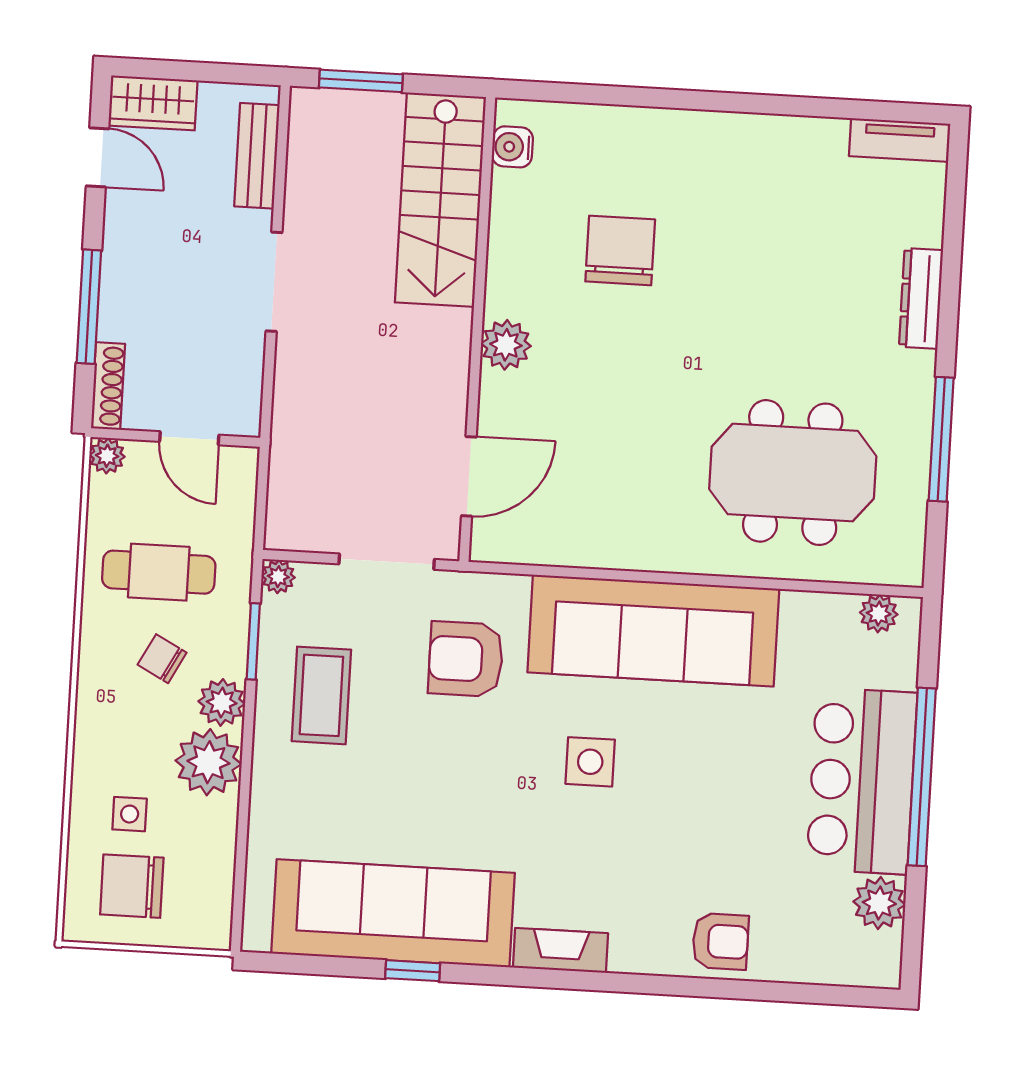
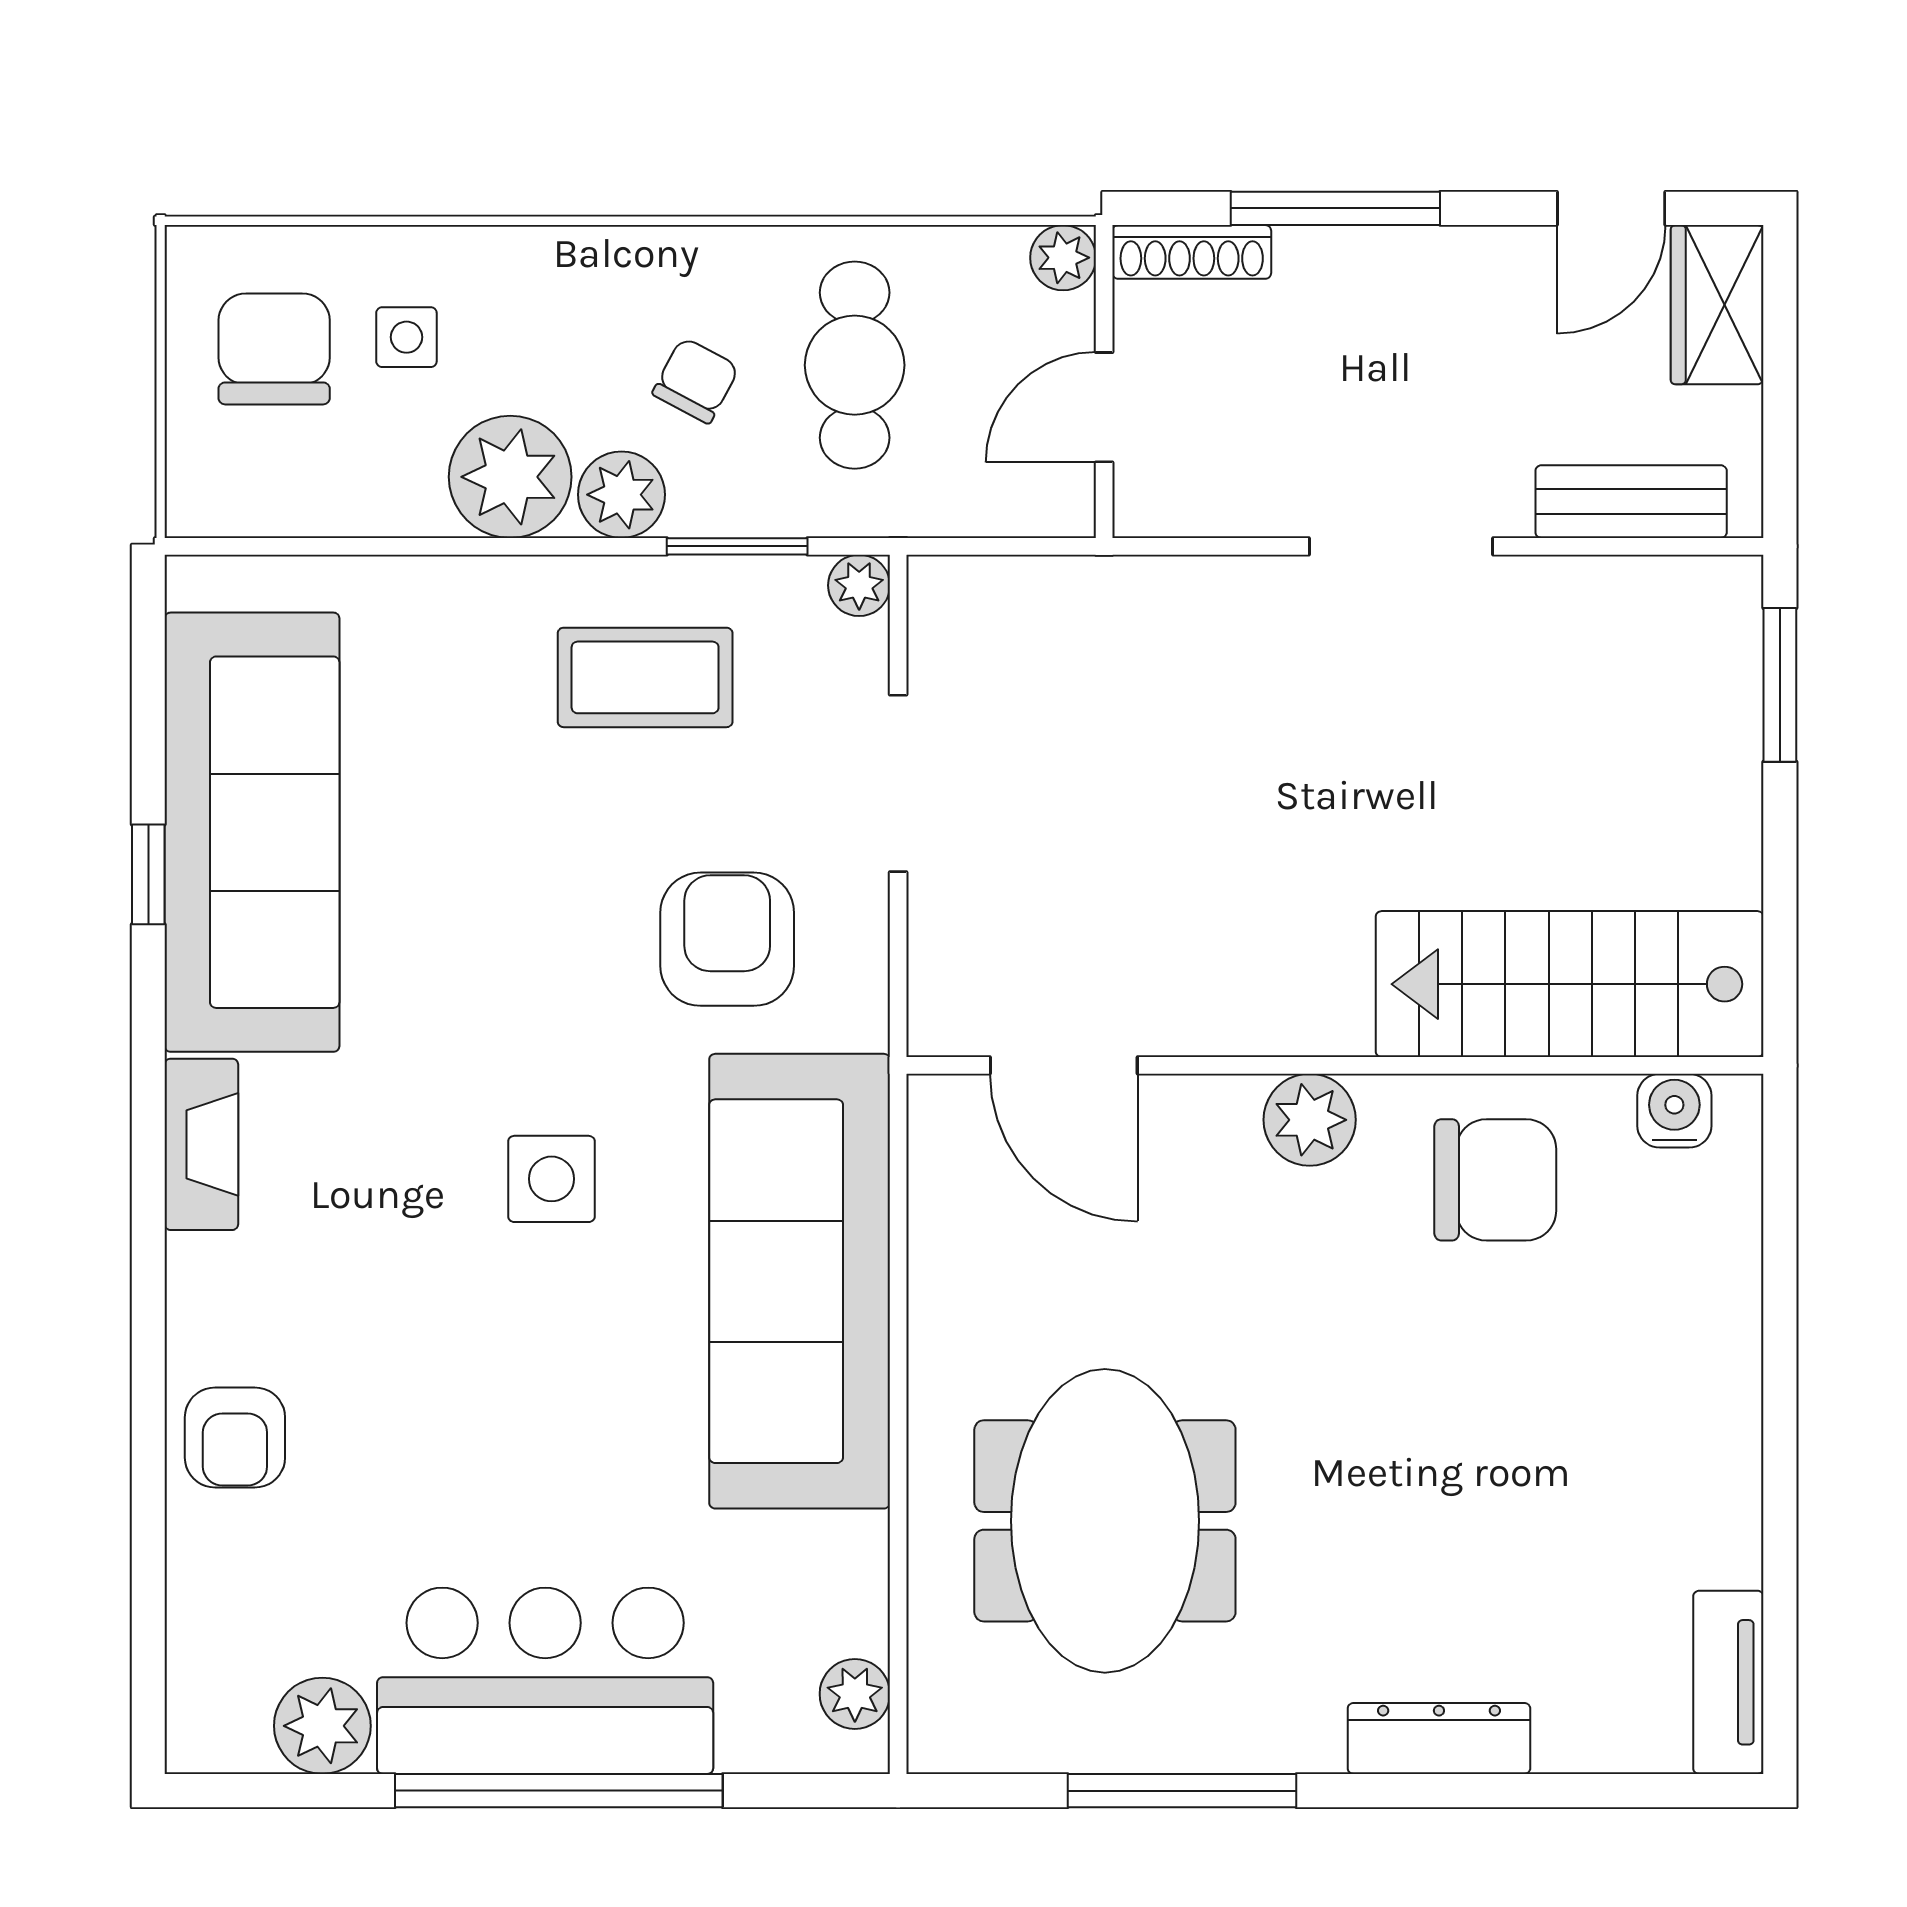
water cooler: (512, 147) -> (1674, 1111), moved
stairs: (441, 200) -> (1570, 984), moved
wall: (477, 329) -> (1335, 1065), moved
plant: (506, 345) -> (1310, 1120), moved
door: (469, 476) -> (1064, 1065), moved

